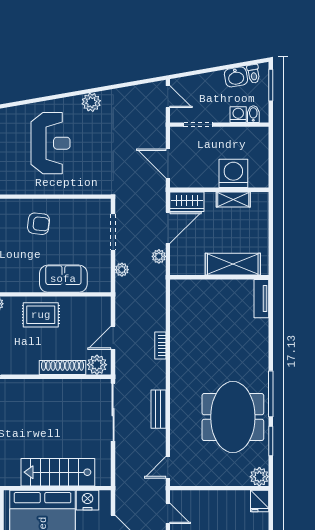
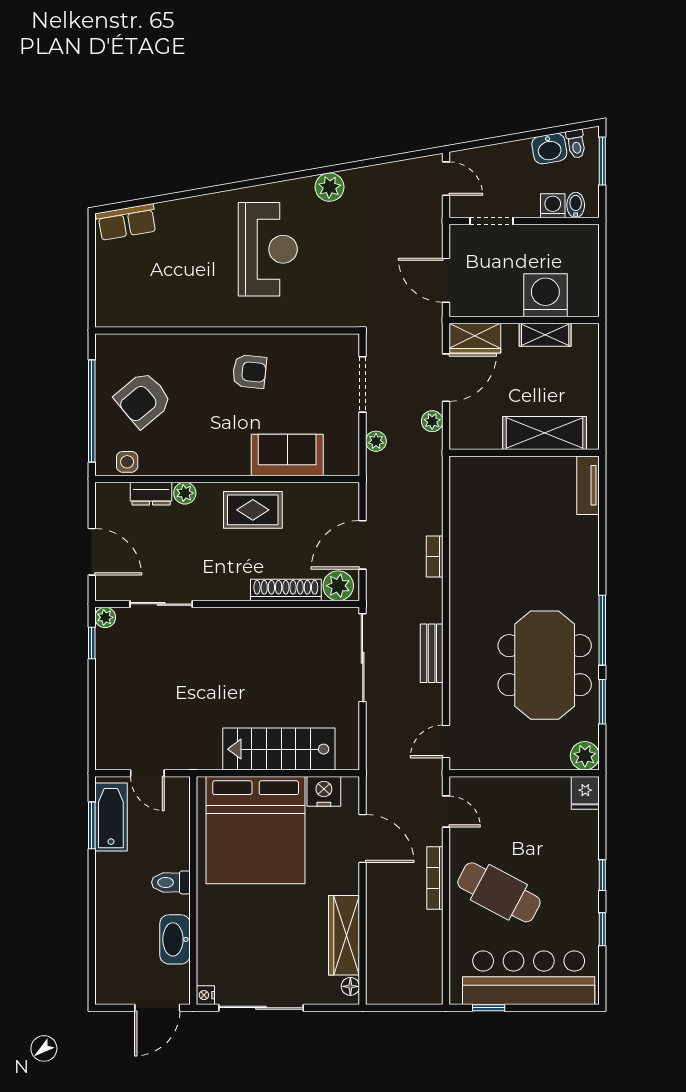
door: (113, 338) -> (363, 545), width x1.38

